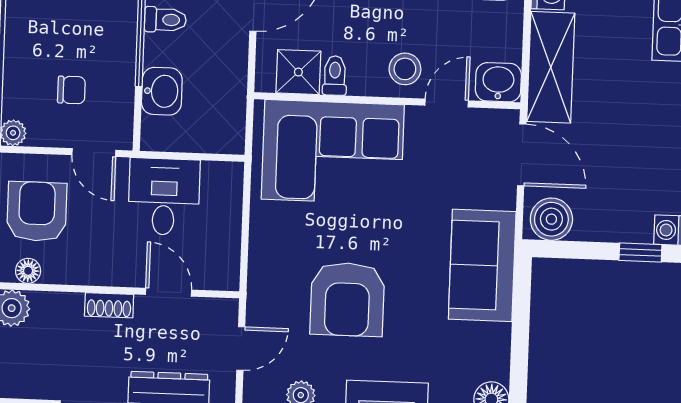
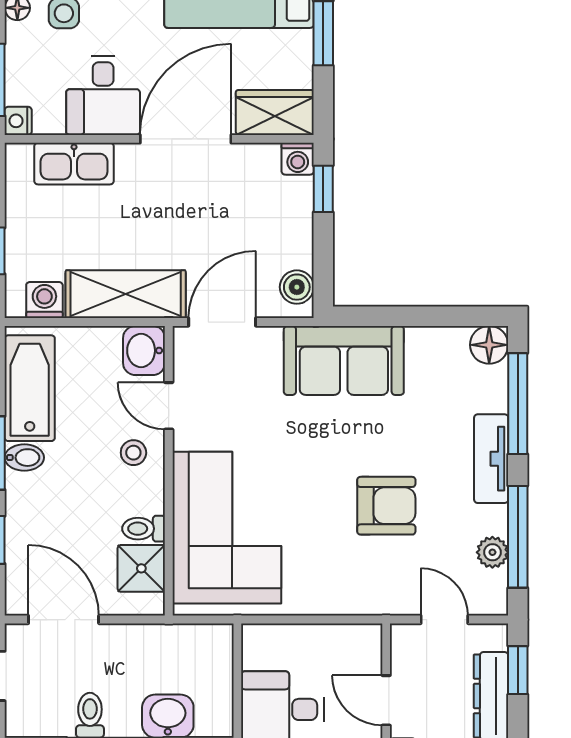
stool: (405, 69) -> (133, 453), width x0.73, depth x0.73
boiler: (551, 219) -> (297, 287), width x0.73, depth x0.73
door: (169, 292) -> (386, 700), hinge flipped
armchair: (347, 299) -> (386, 506), width x0.73, depth x0.73

